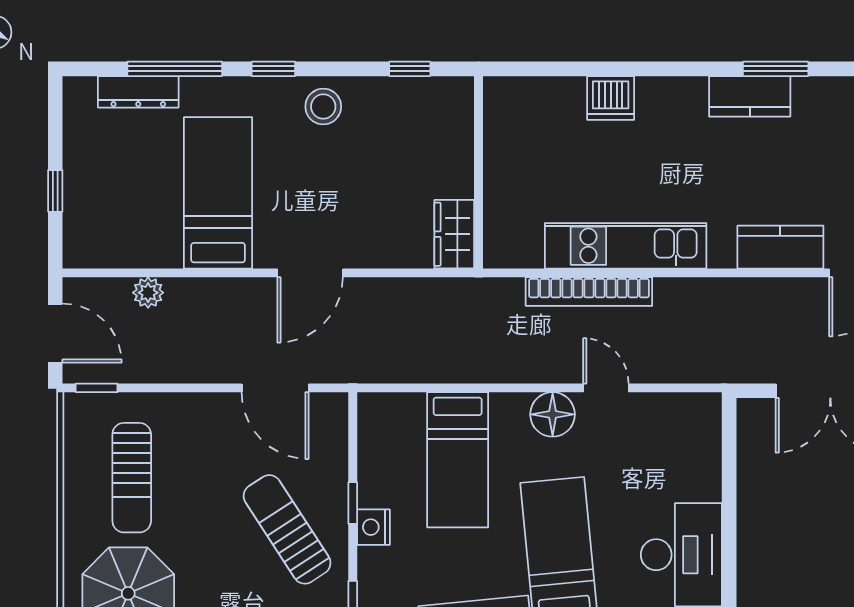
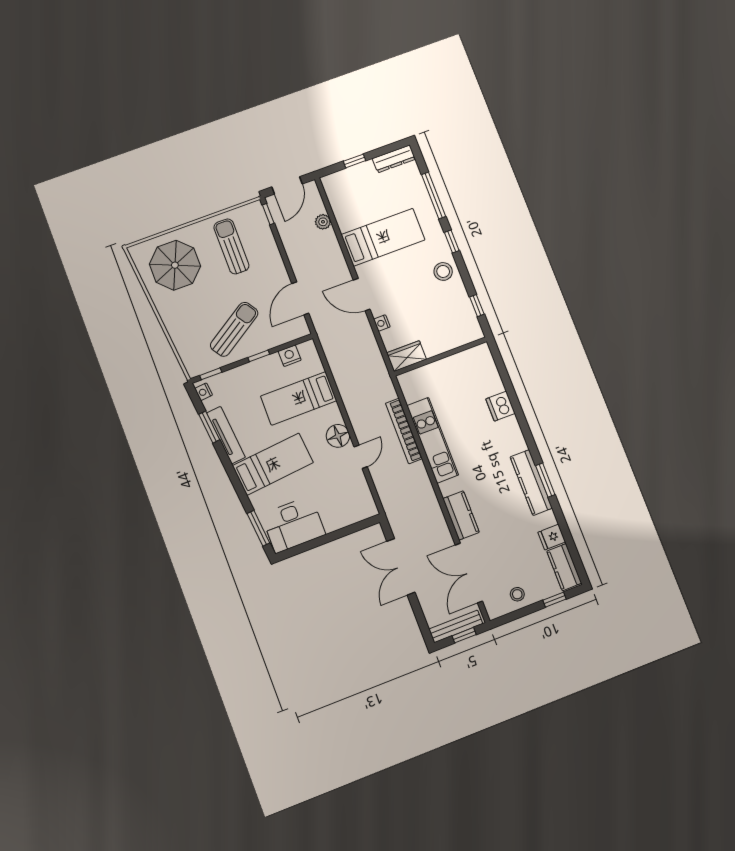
dresser: (138, 92) -> (394, 159), moved, turned -90
kitchen counter: (750, 96) -> (531, 483), width x1.50
nightstand: (377, 256) -> (382, 323), added
sun lounger: (132, 478) -> (231, 246), turned 90
nightstand: (373, 527) -> (290, 356), moved

